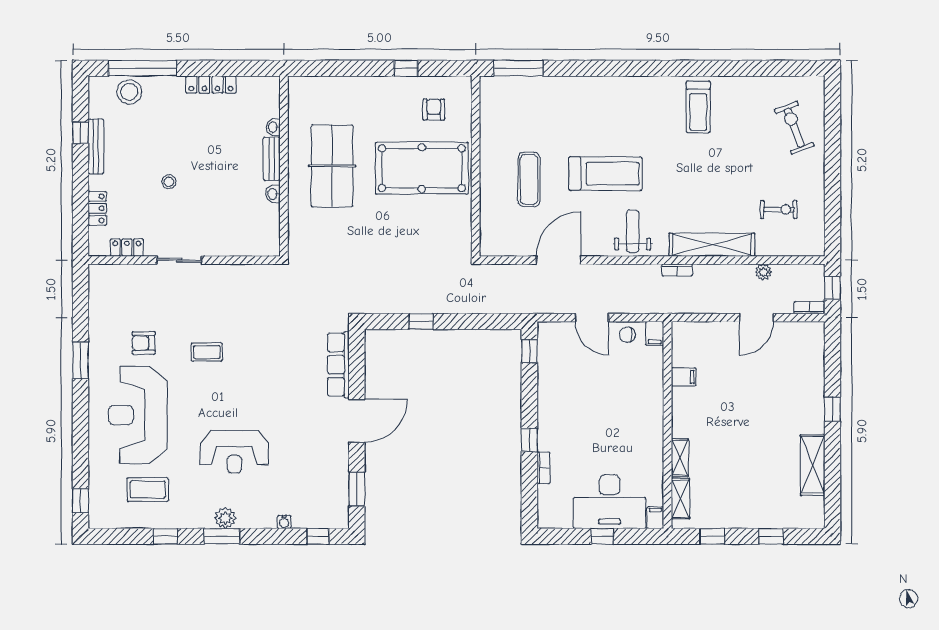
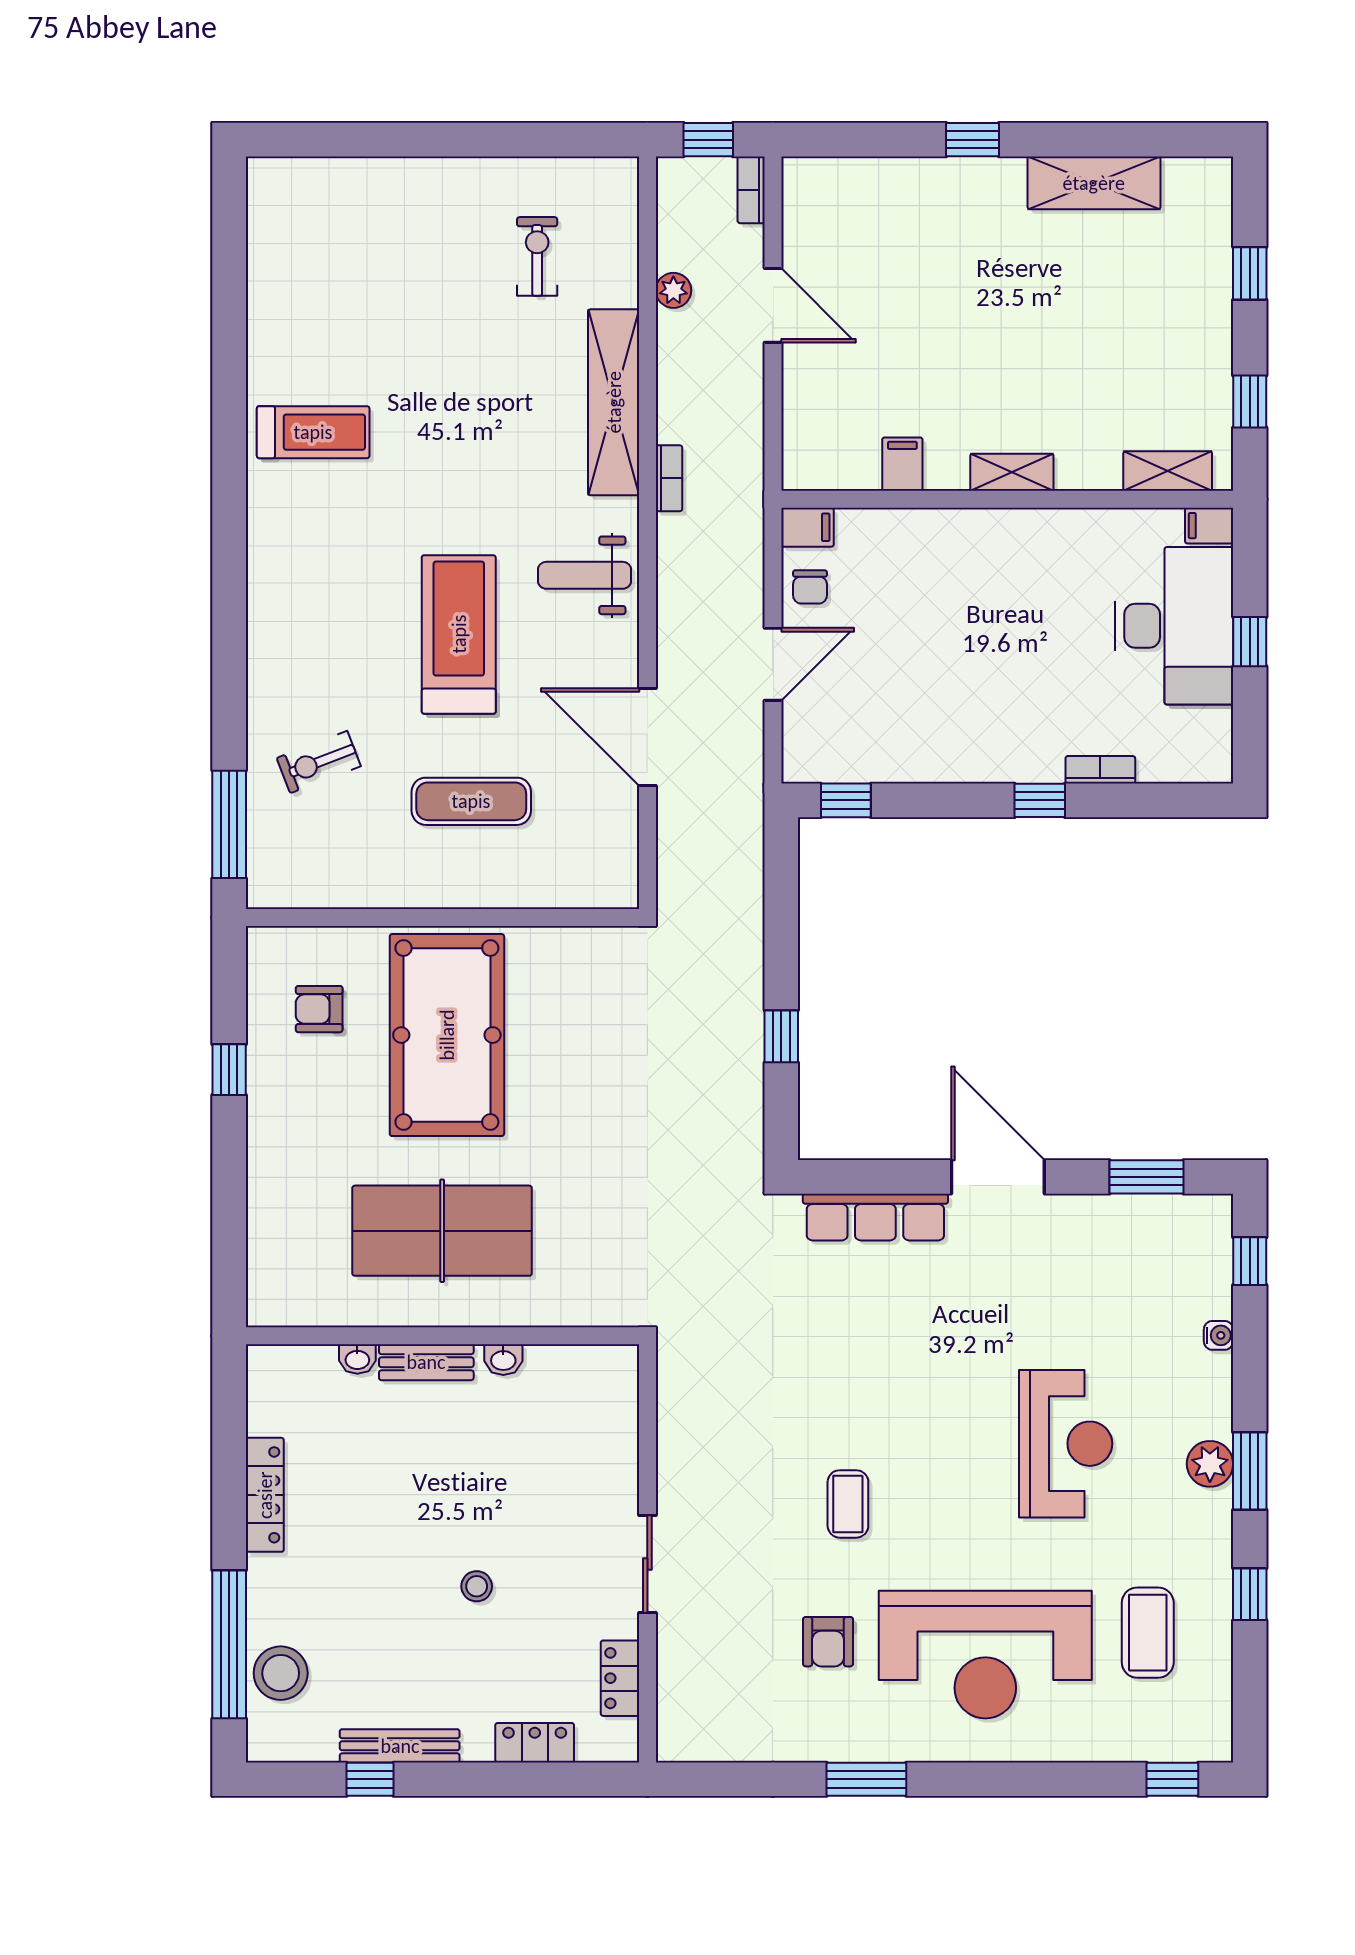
exercise bike: (794, 128) -> (319, 762), moved, width x0.73, depth x0.72
shelving: (680, 458) -> (1012, 472), moved

